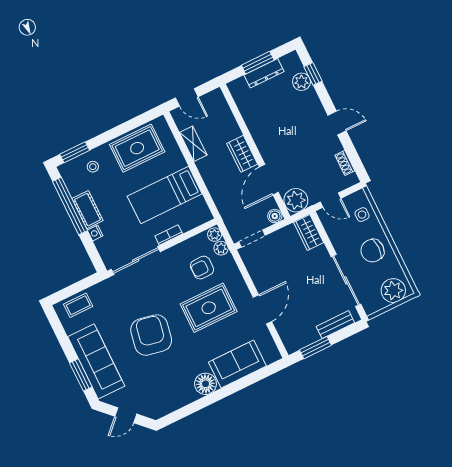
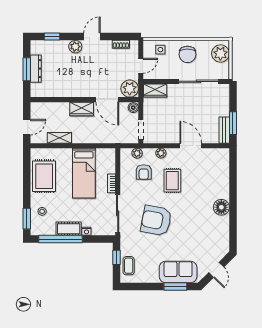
plant: (301, 82) -> (75, 47), moved
plant: (215, 235) -> (161, 153), moved
window: (81, 285) -> (116, 257), added
rug: (209, 308) -> (172, 181), width x0.73, depth x0.70
bench: (335, 325) -> (224, 130), moved
armchair: (151, 335) -> (156, 221), moved
sofa: (96, 361) -> (178, 272), width x0.73
sofa: (237, 364) -> (219, 180), removed

